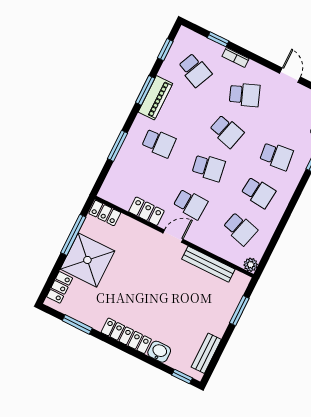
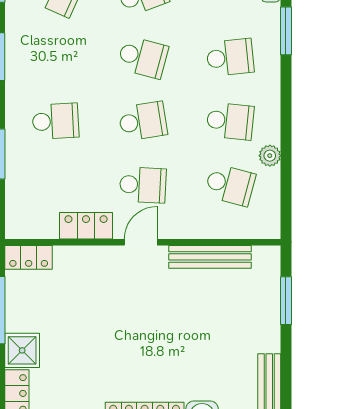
piano: (155, 98) -> (19, 60), removed
shower: (87, 260) -> (22, 350), width x0.54, depth x0.54
plant: (251, 265) -> (270, 156), moved

